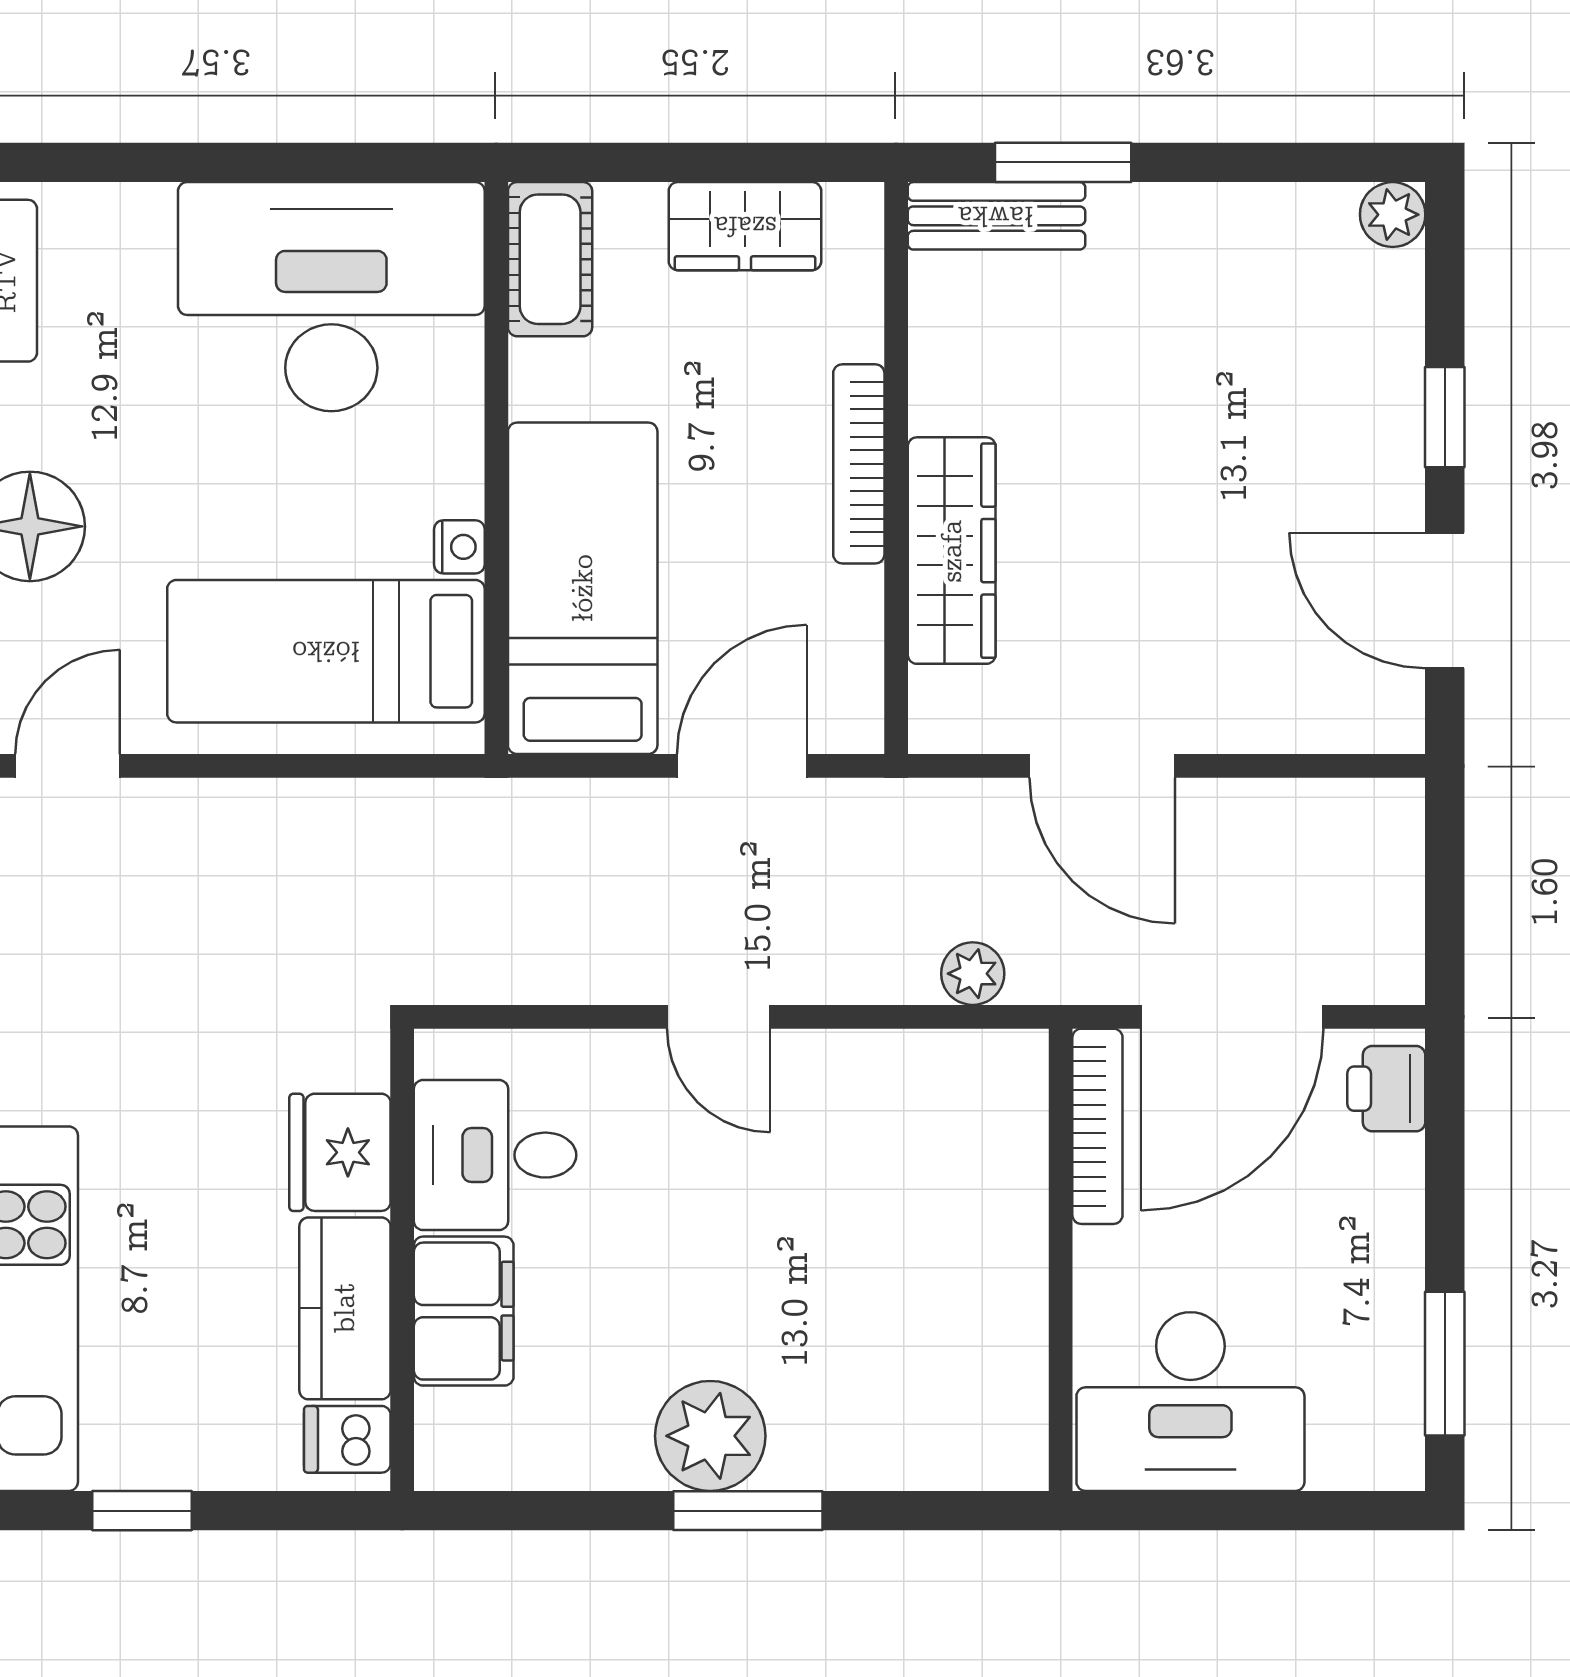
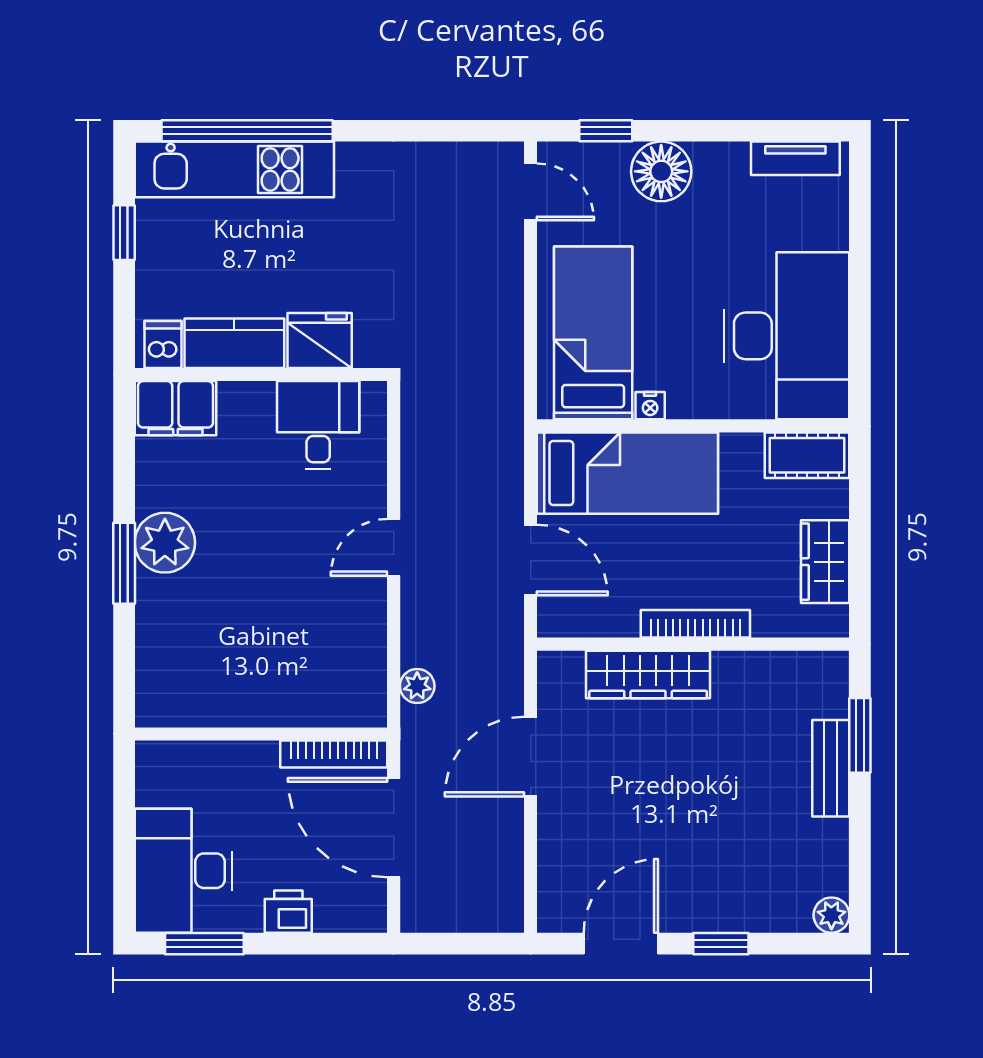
bench: (996, 216) -> (831, 768), moved
printer: (1386, 1089) -> (288, 912), moved
filing cabinet: (464, 1311) -> (175, 408), moved
desk: (1190, 1402) -> (184, 871), moved

